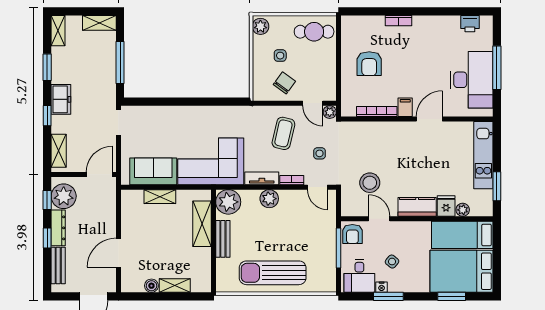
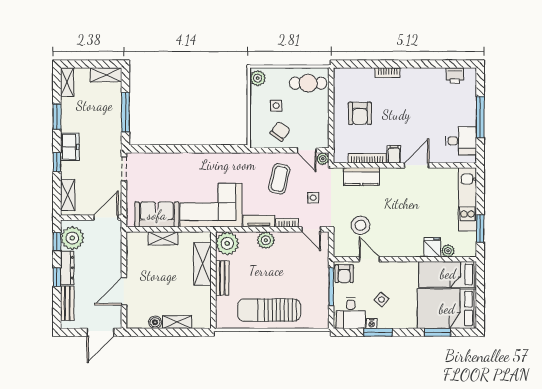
desk: (472, 80) -> (461, 141), width x0.53, depth x0.77
kitchen counter: (417, 207) -> (361, 177), moved, turned 180

